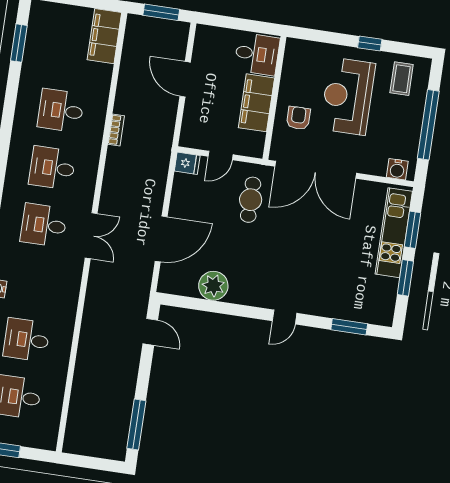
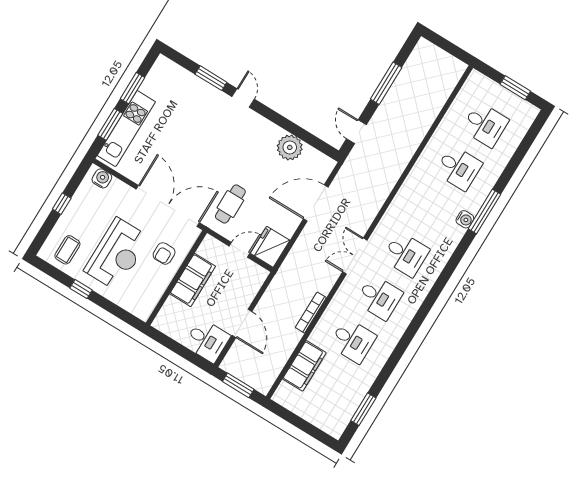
filing cabinet: (104, 36) -> (304, 366), moved
desk: (257, 54) -> (207, 340), moved, turned 180
window: (428, 125) -> (62, 204), width x0.32
bookcase: (116, 130) -> (311, 313), width x1.56
fridge: (187, 163) -> (270, 247), width x1.88, depth x1.34
double door: (91, 236) -> (355, 256), moved
door: (285, 317) -> (243, 98), hinge flipped
window: (349, 327) -> (211, 78), moved
window: (136, 425) -> (386, 83), moved

